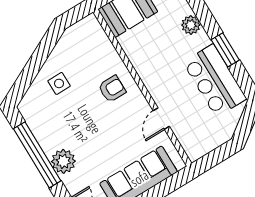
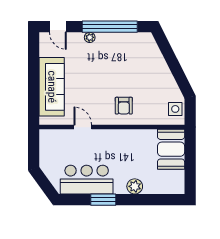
side table: (59, 83) -> (175, 109), moved
plant: (63, 161) -> (90, 37), width x0.53, depth x0.53

